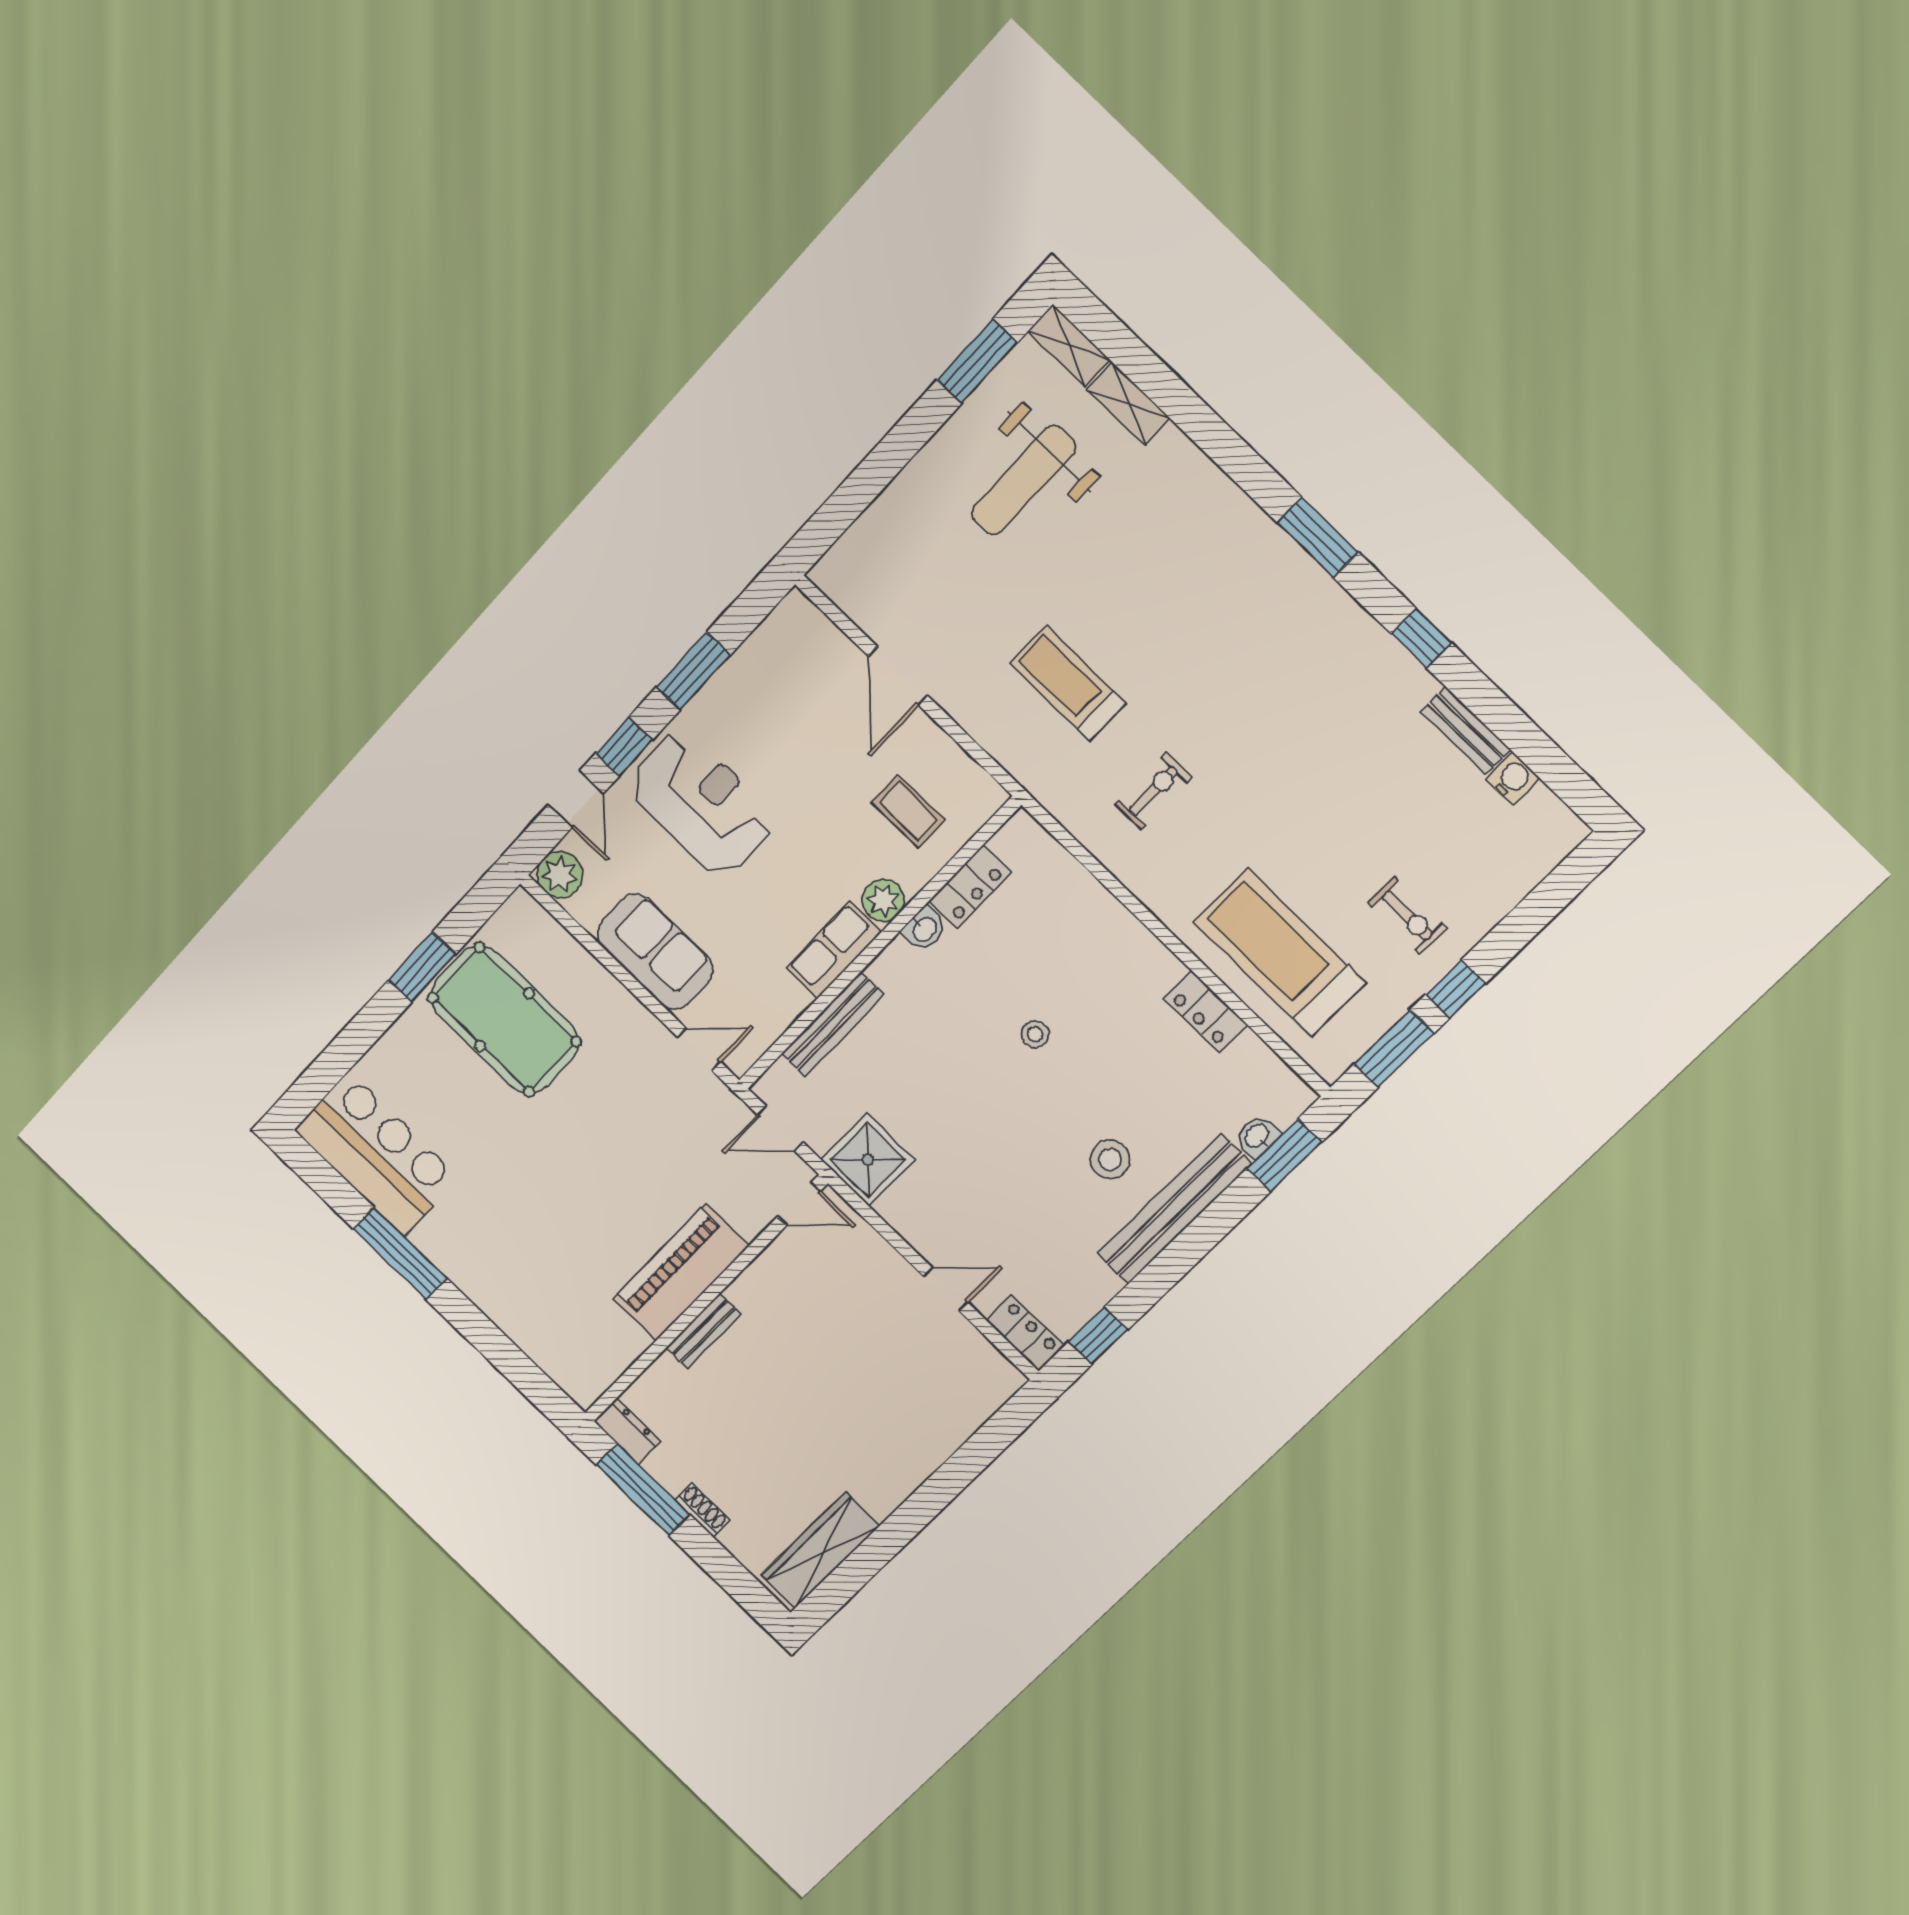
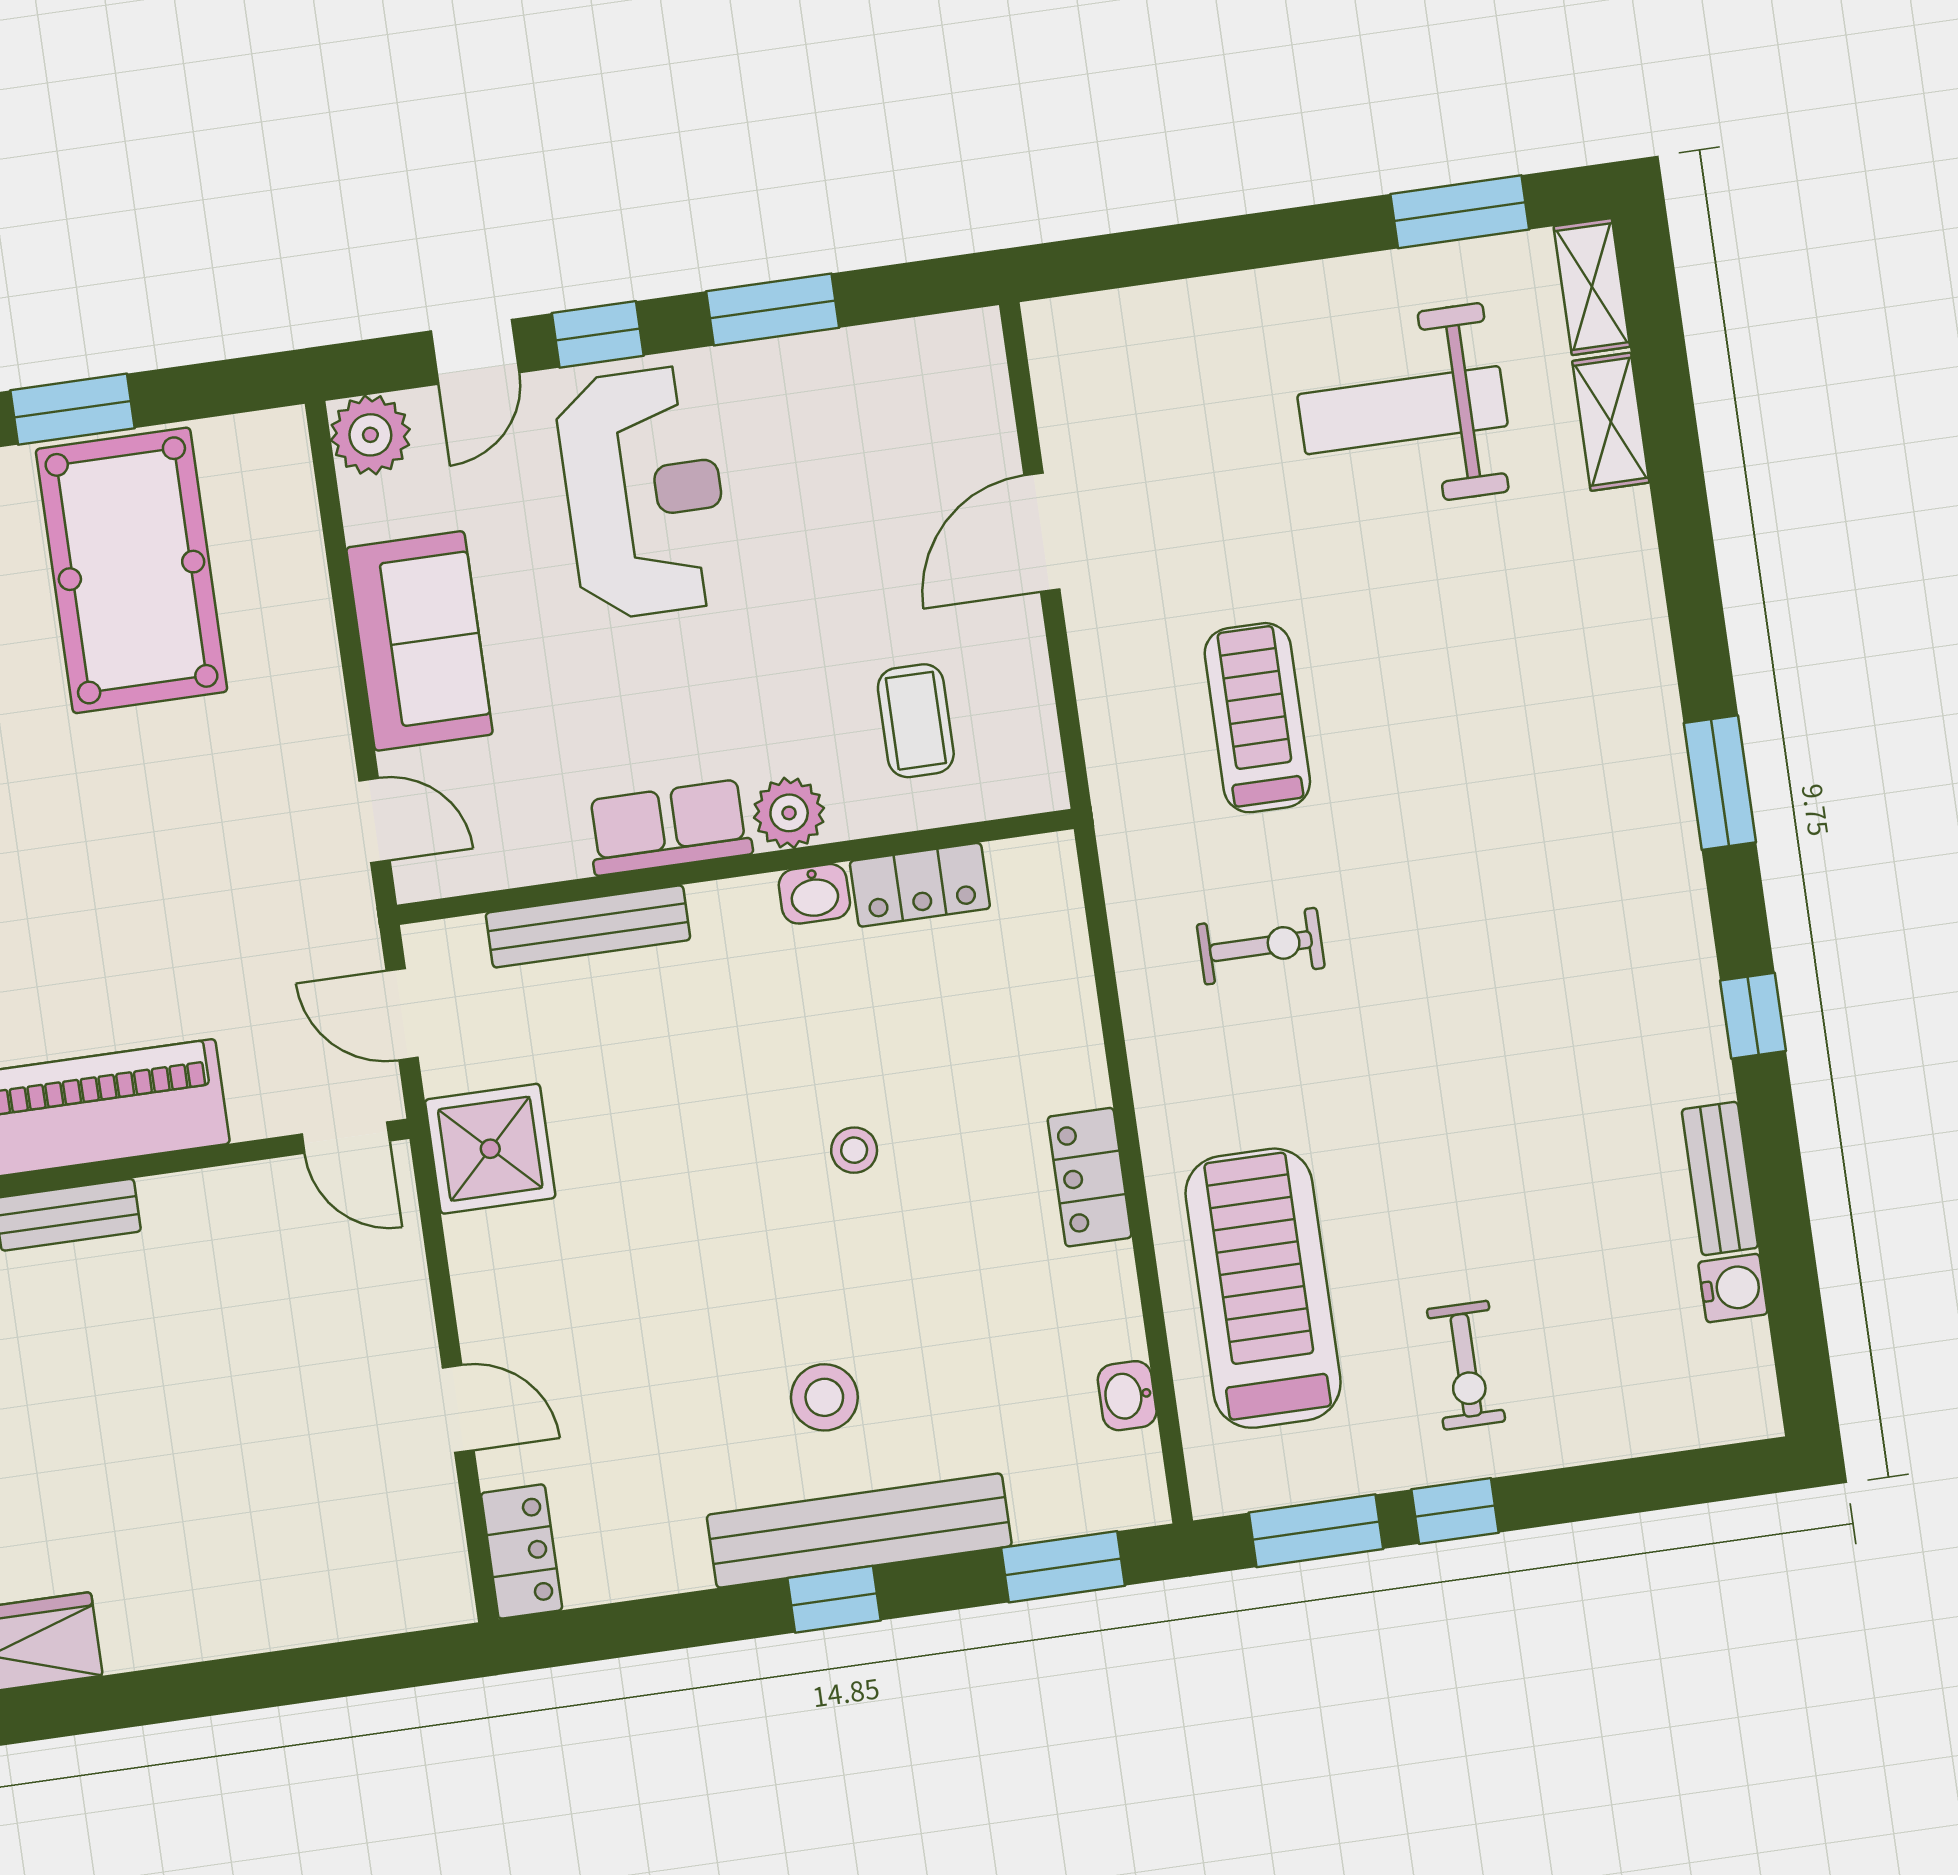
locker: (1206, 1012) -> (1090, 1177), moved
washbasin: (1257, 1136) -> (1127, 1396), moved, turned -90
window: (1098, 1336) -> (834, 1599), moved

